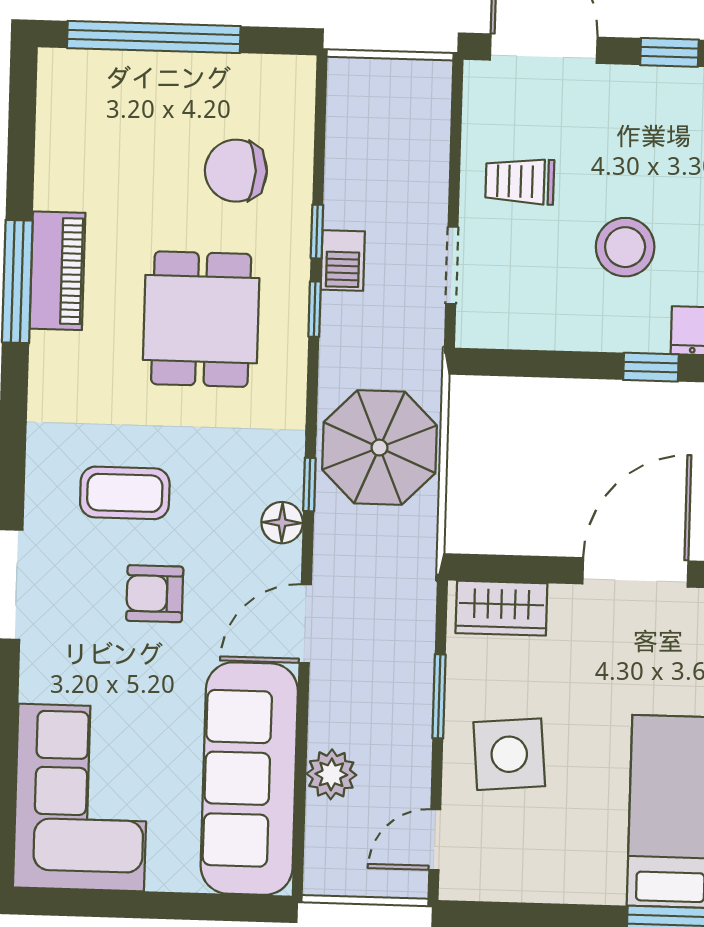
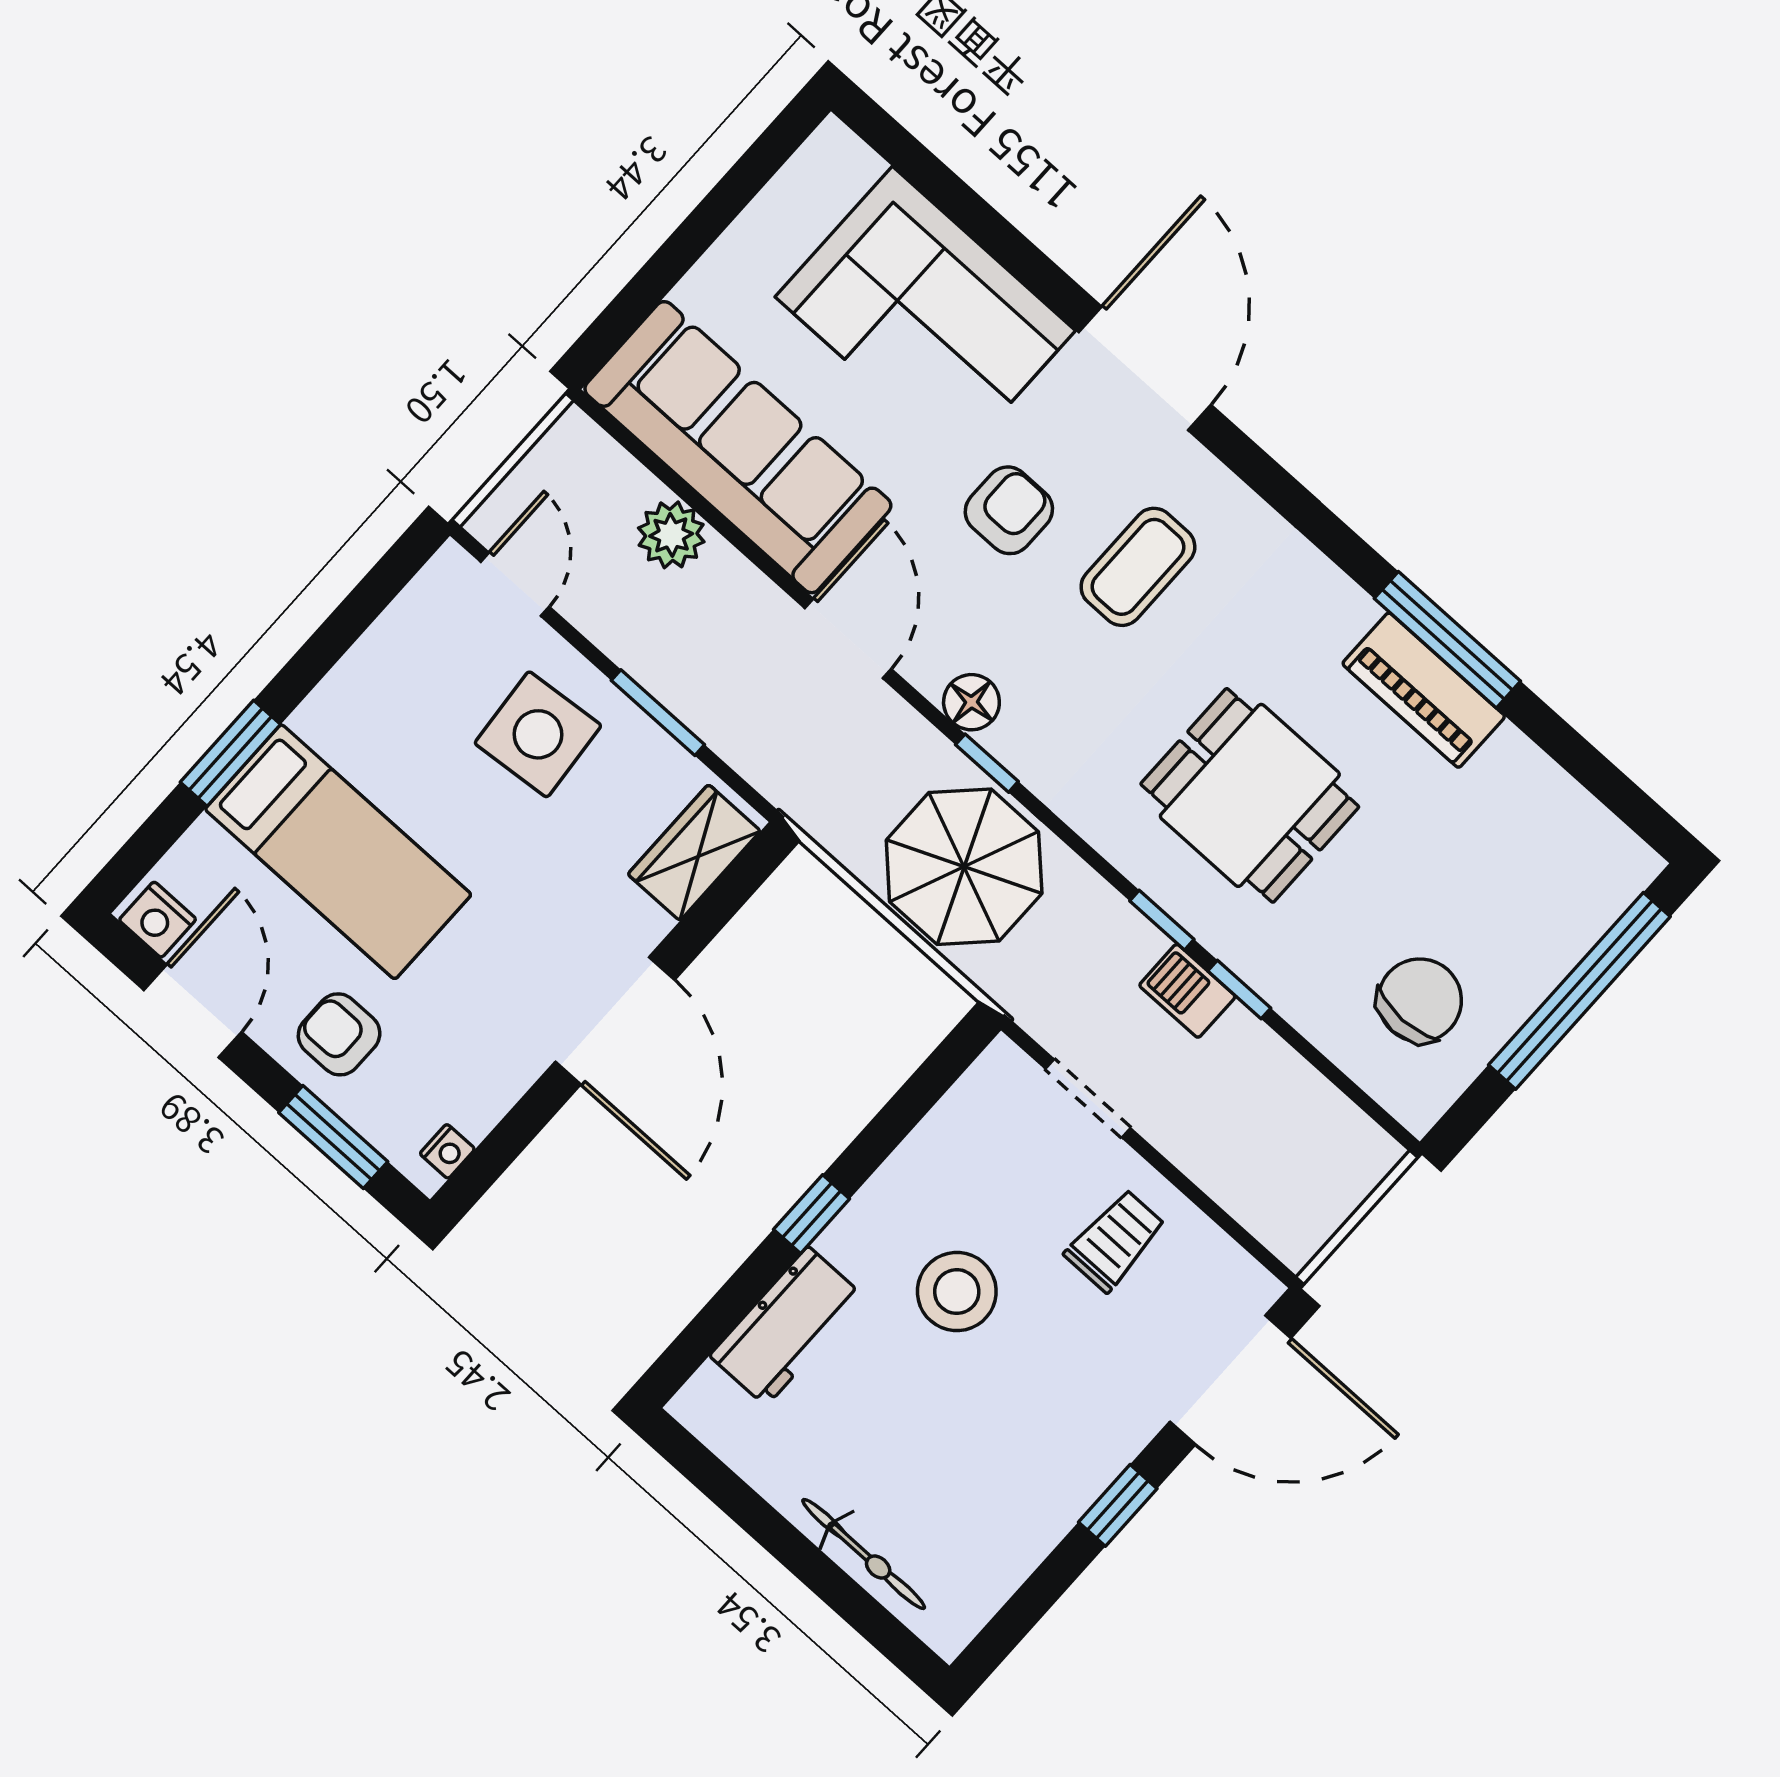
chair: (236, 171) -> (1420, 1000), moved
corner sofa: (81, 798) -> (925, 314), moved

